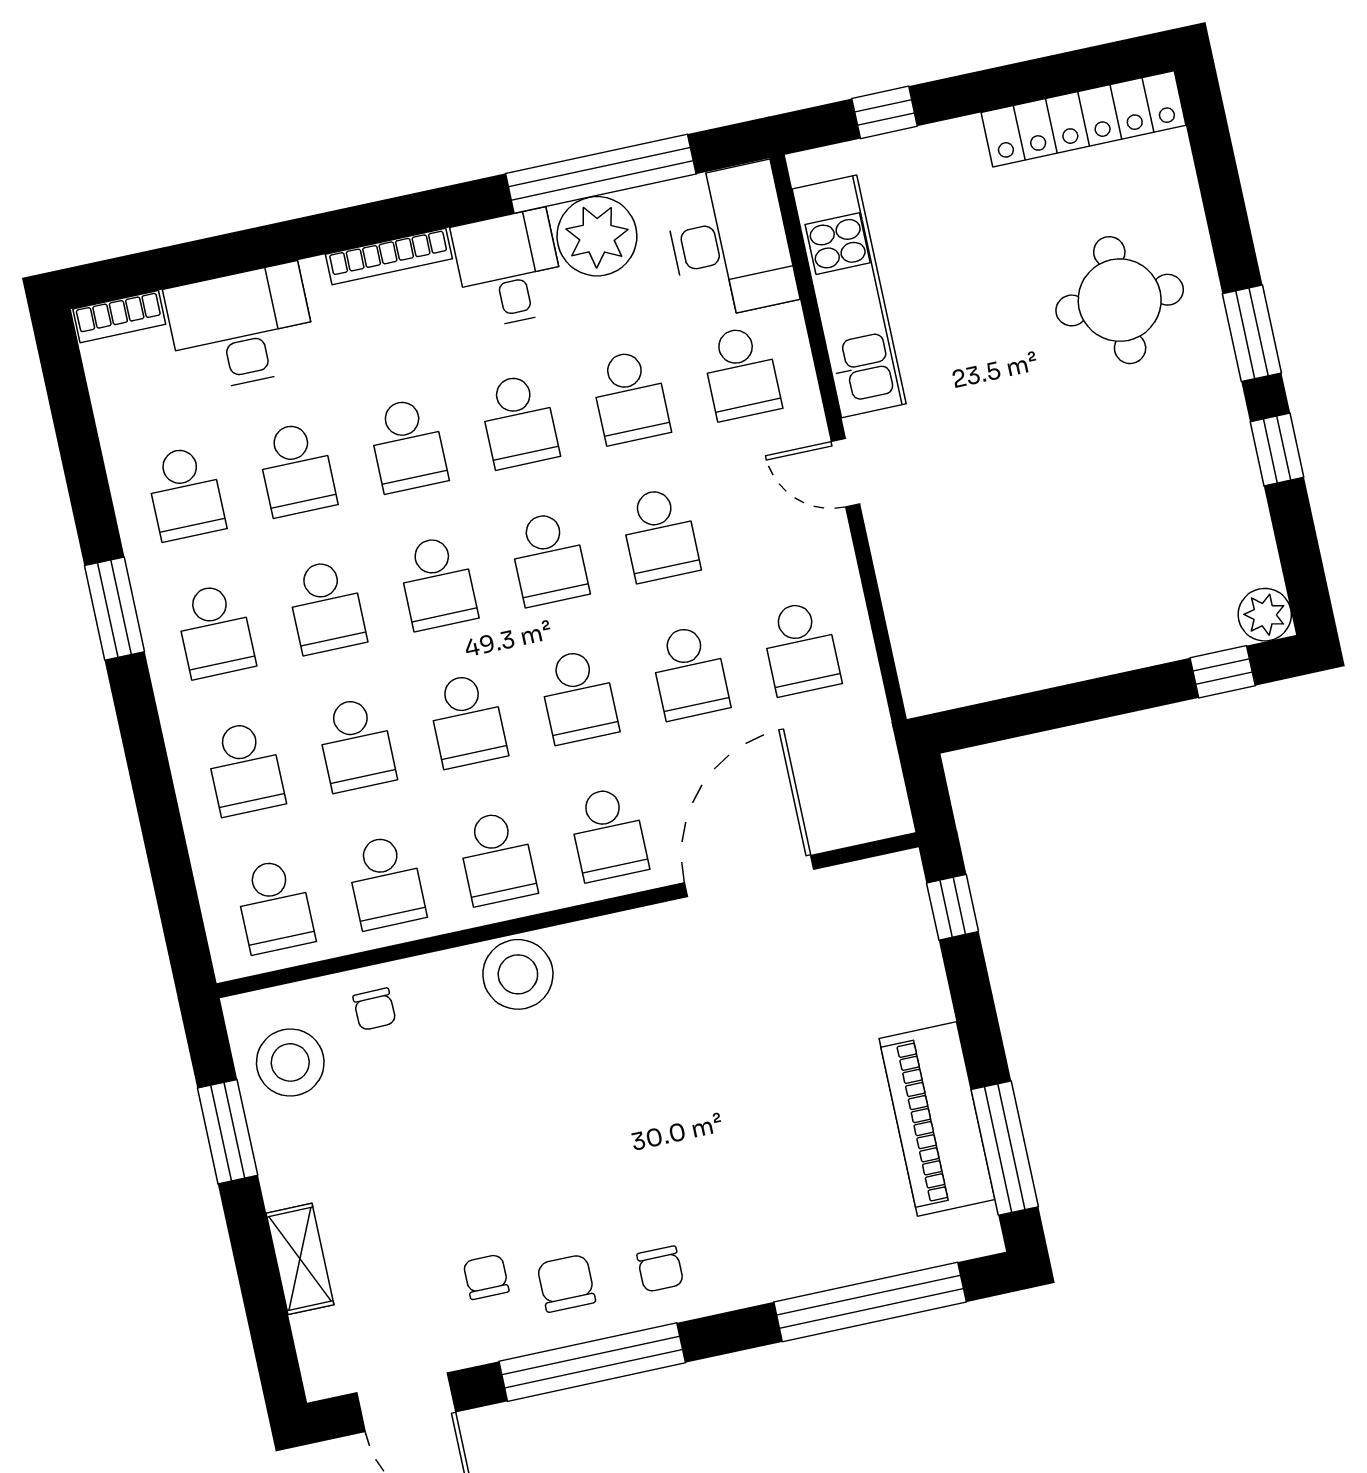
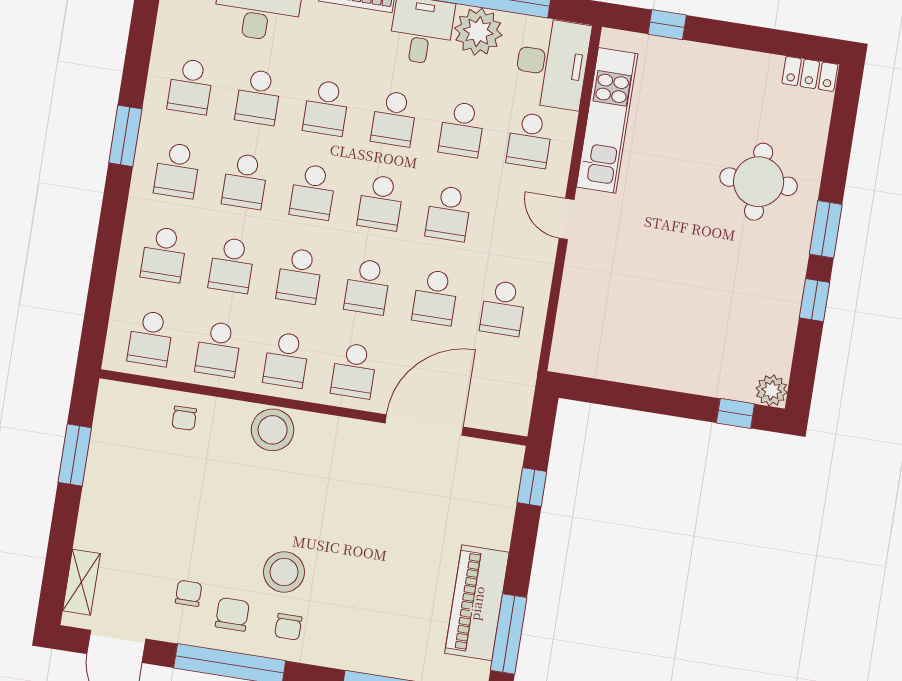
locker: (1083, 119) -> (810, 74), width x0.46, depth x0.83
stool: (290, 1062) -> (284, 572), moved
shelving: (300, 1259) -> (81, 582), moved

